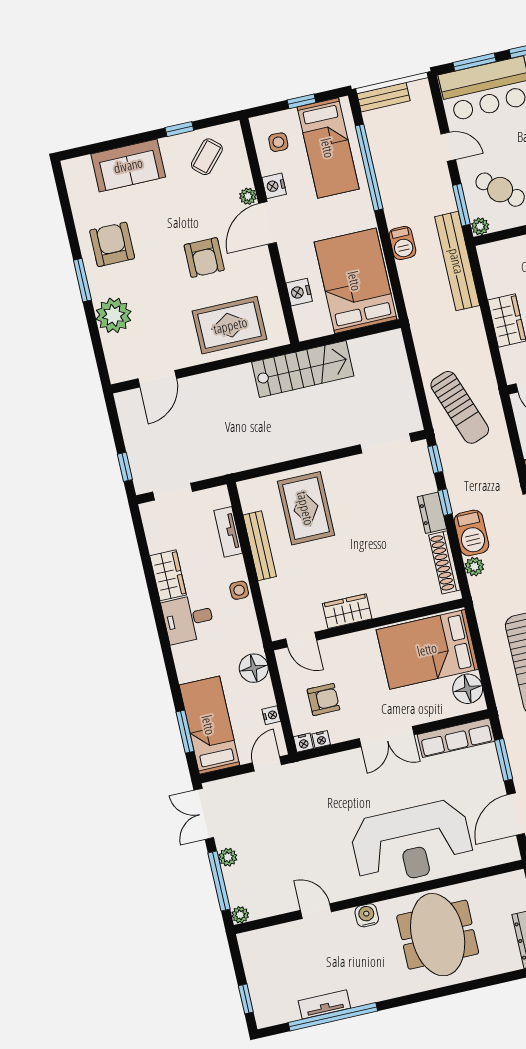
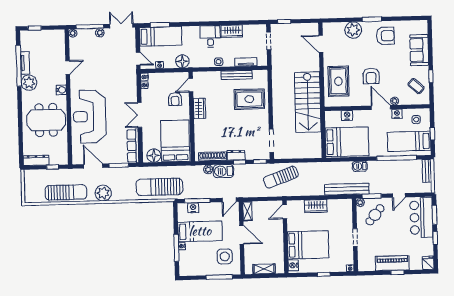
armchair: (204, 257) -> (371, 76), turned -90
stairs: (303, 369) -> (308, 102), width x1.36, depth x1.51
armchair: (323, 699) -> (175, 99), moved
plant: (365, 987) -> (29, 83), added

